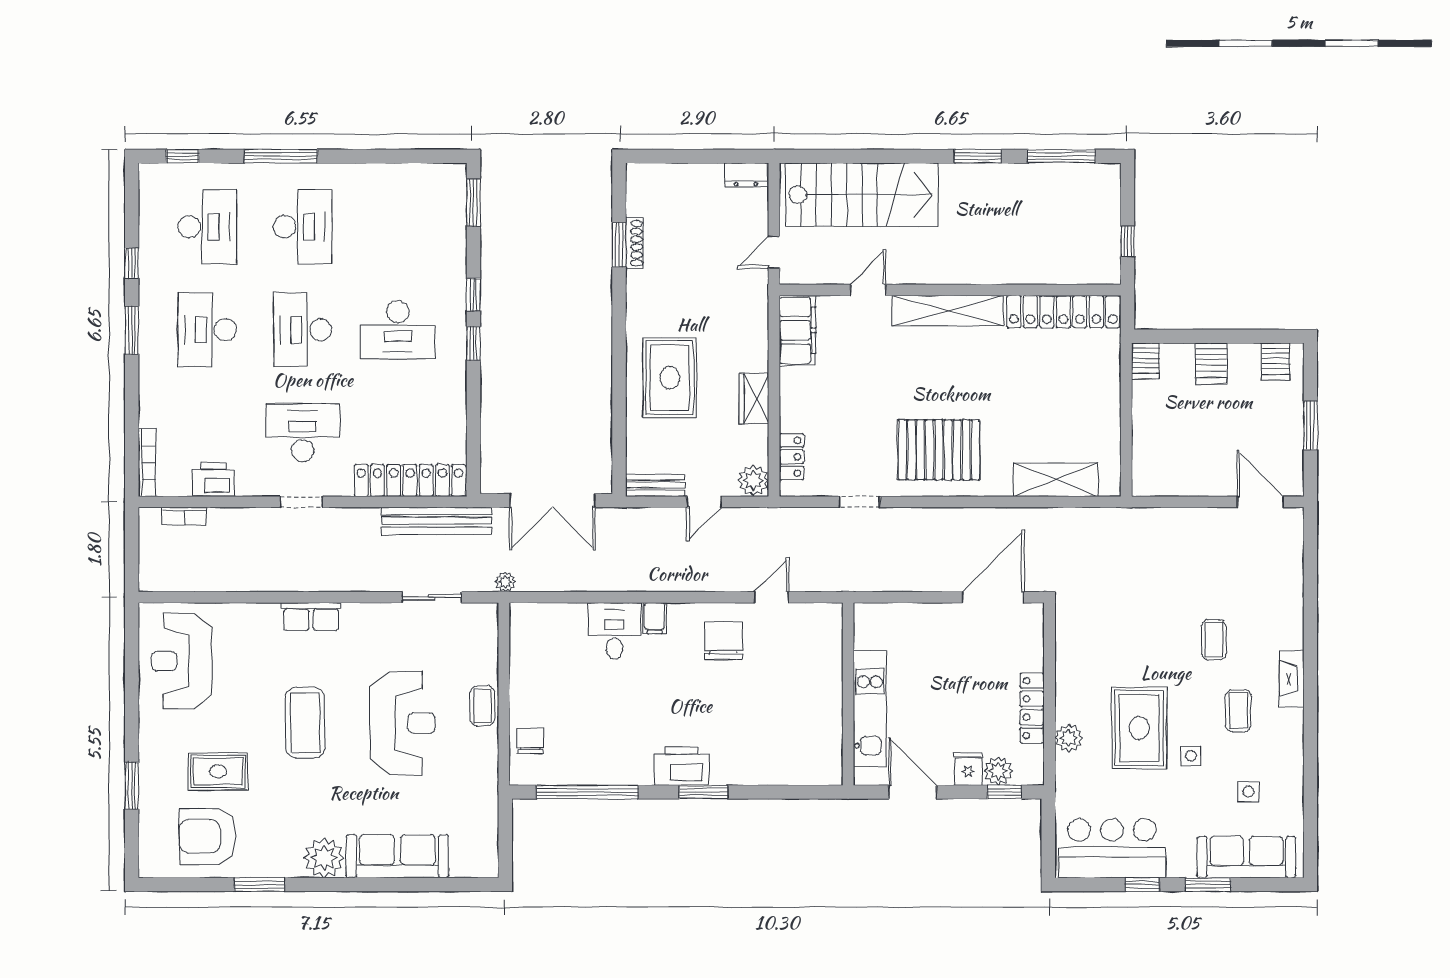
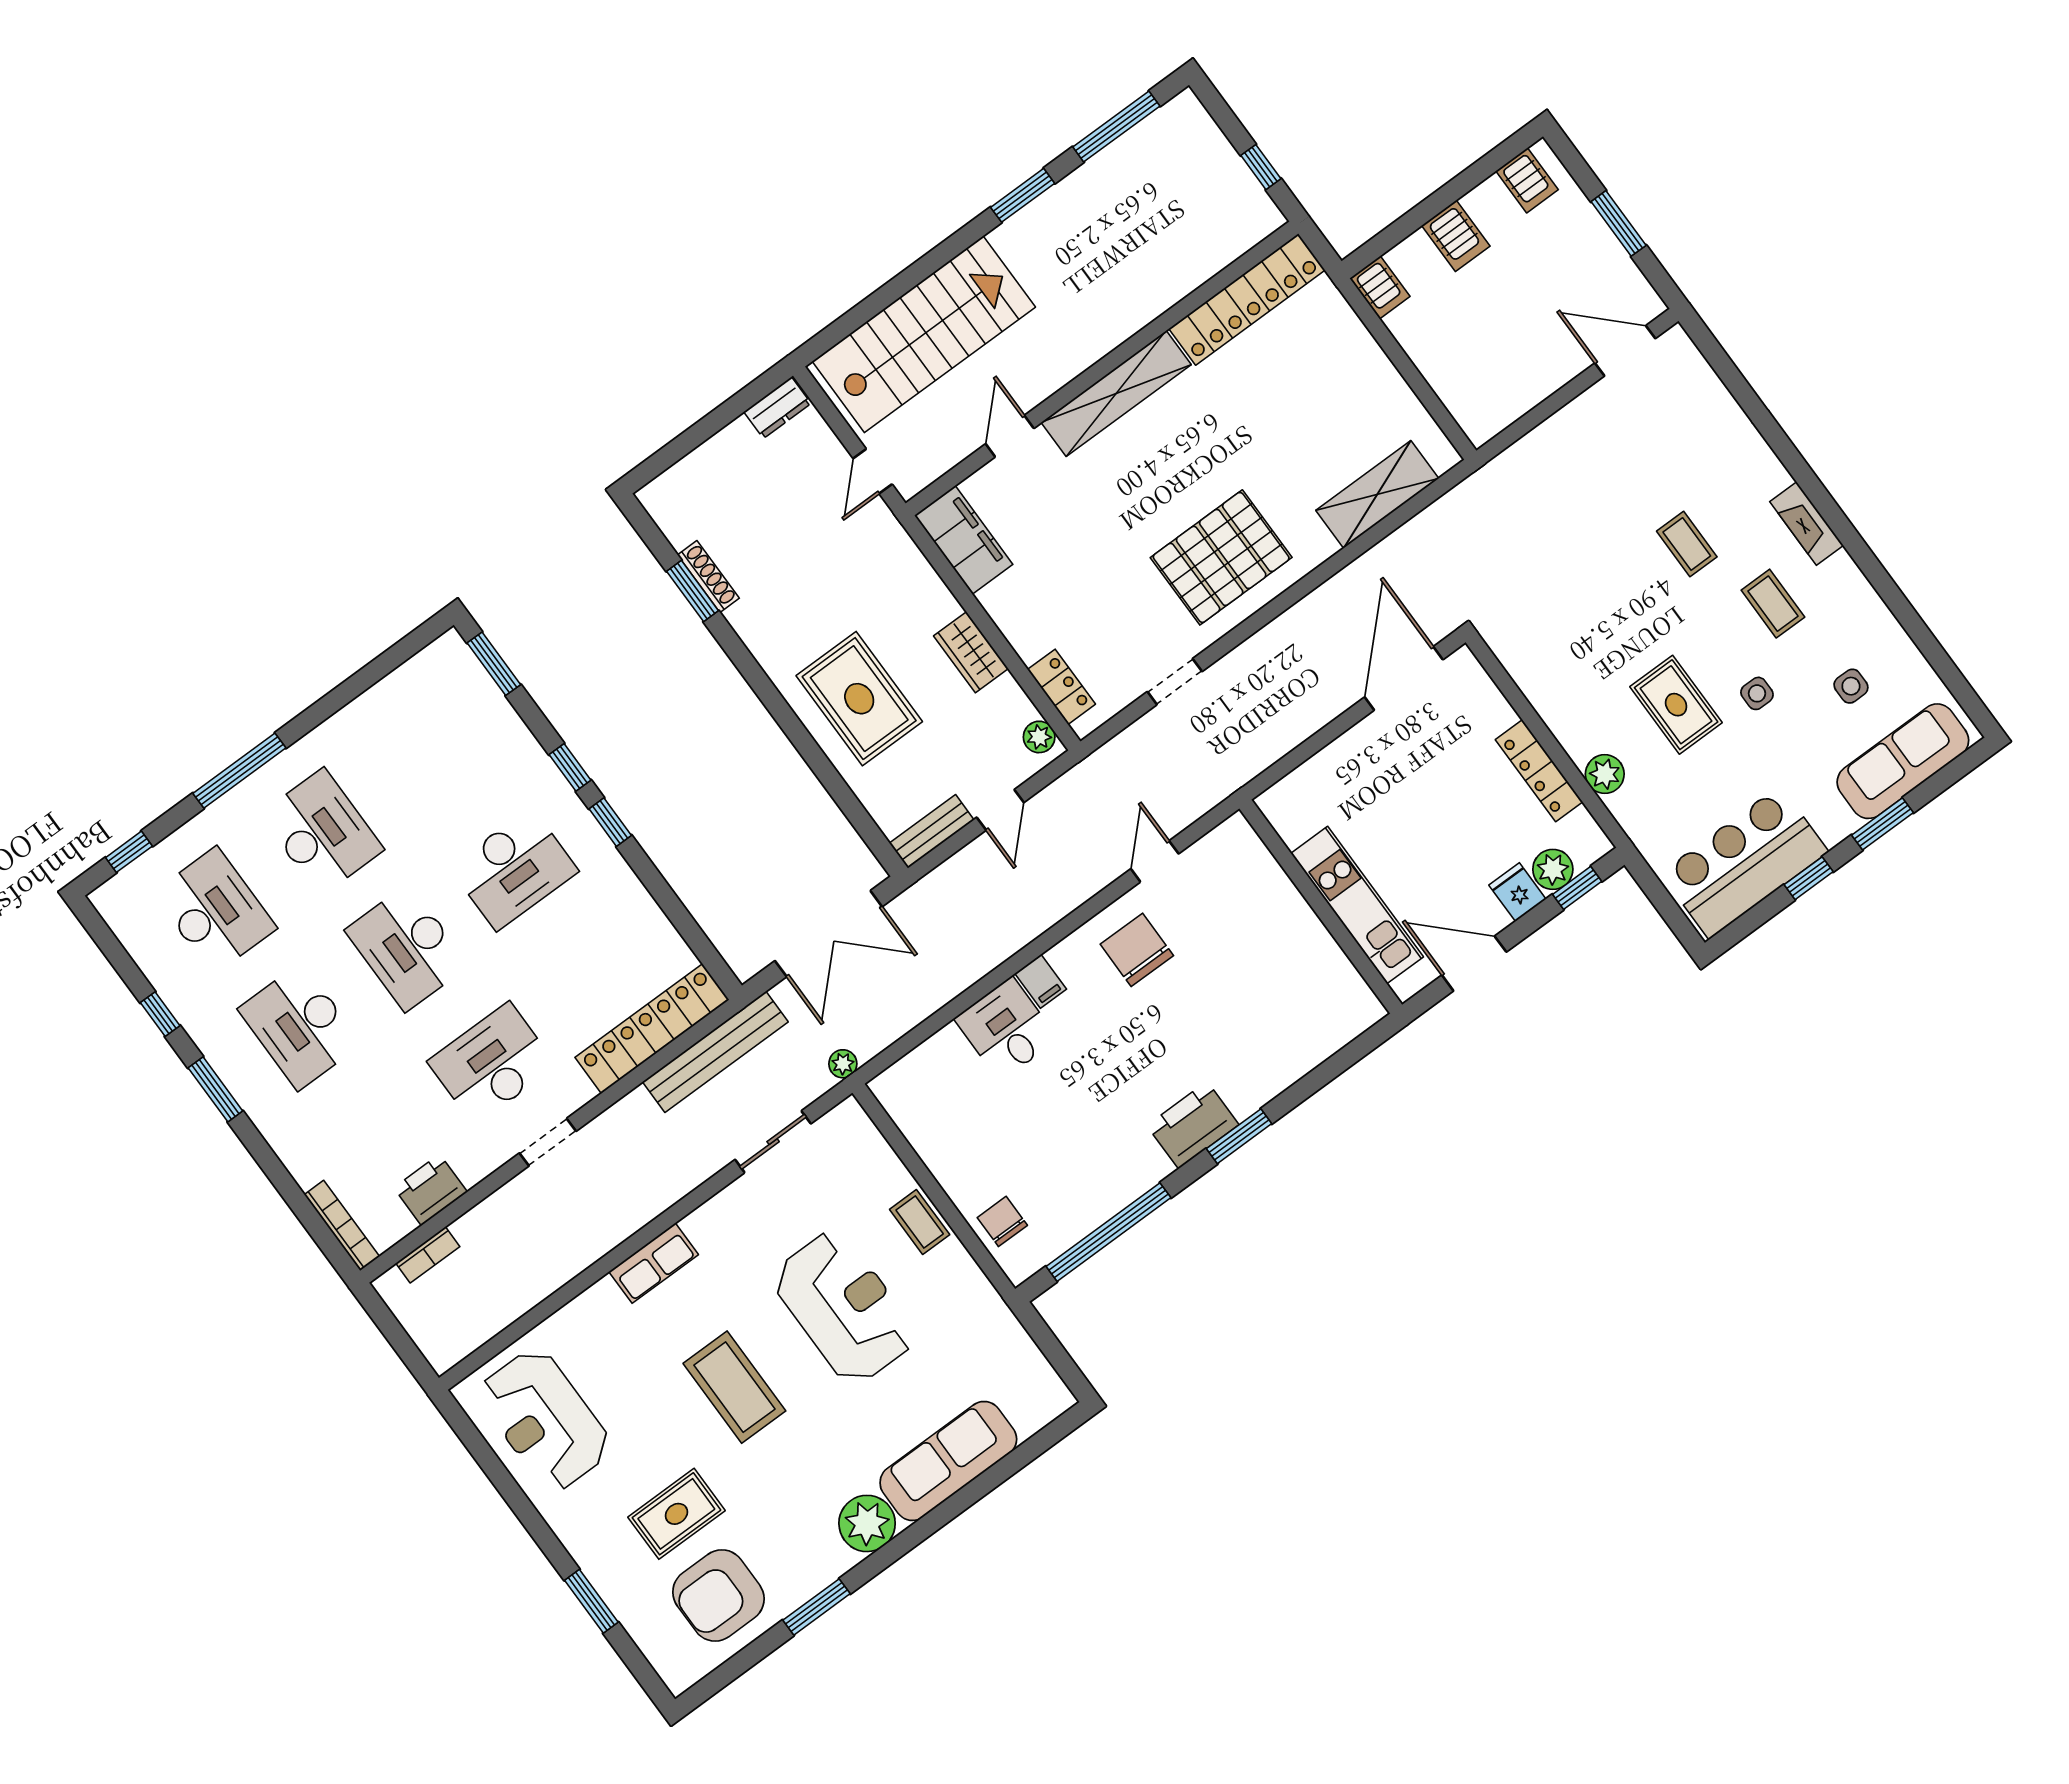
plant: (753, 481) -> (1039, 737), width x0.73, depth x0.73
rug: (1139, 728) -> (1676, 705), width x0.73, depth x0.70

